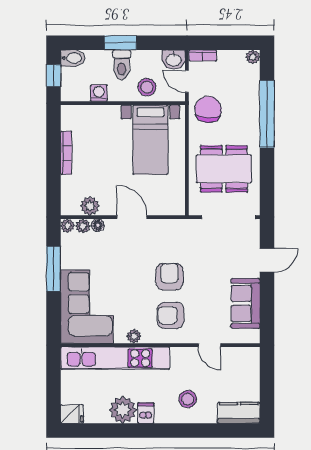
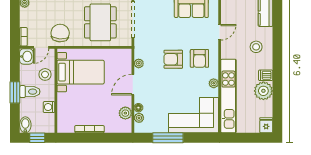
chair: (208, 109) -> (60, 33), turned 91
plant: (67, 226) -> (139, 63), moved

